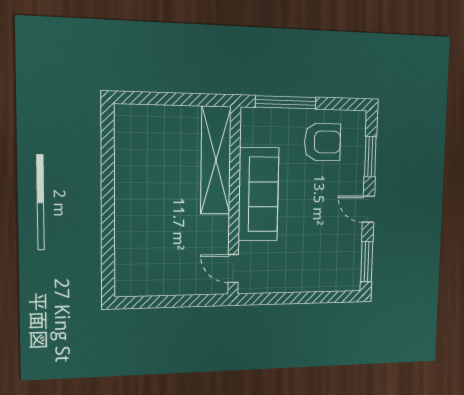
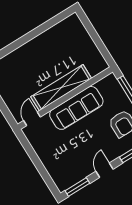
shelving: (216, 160) -> (61, 88), moved

